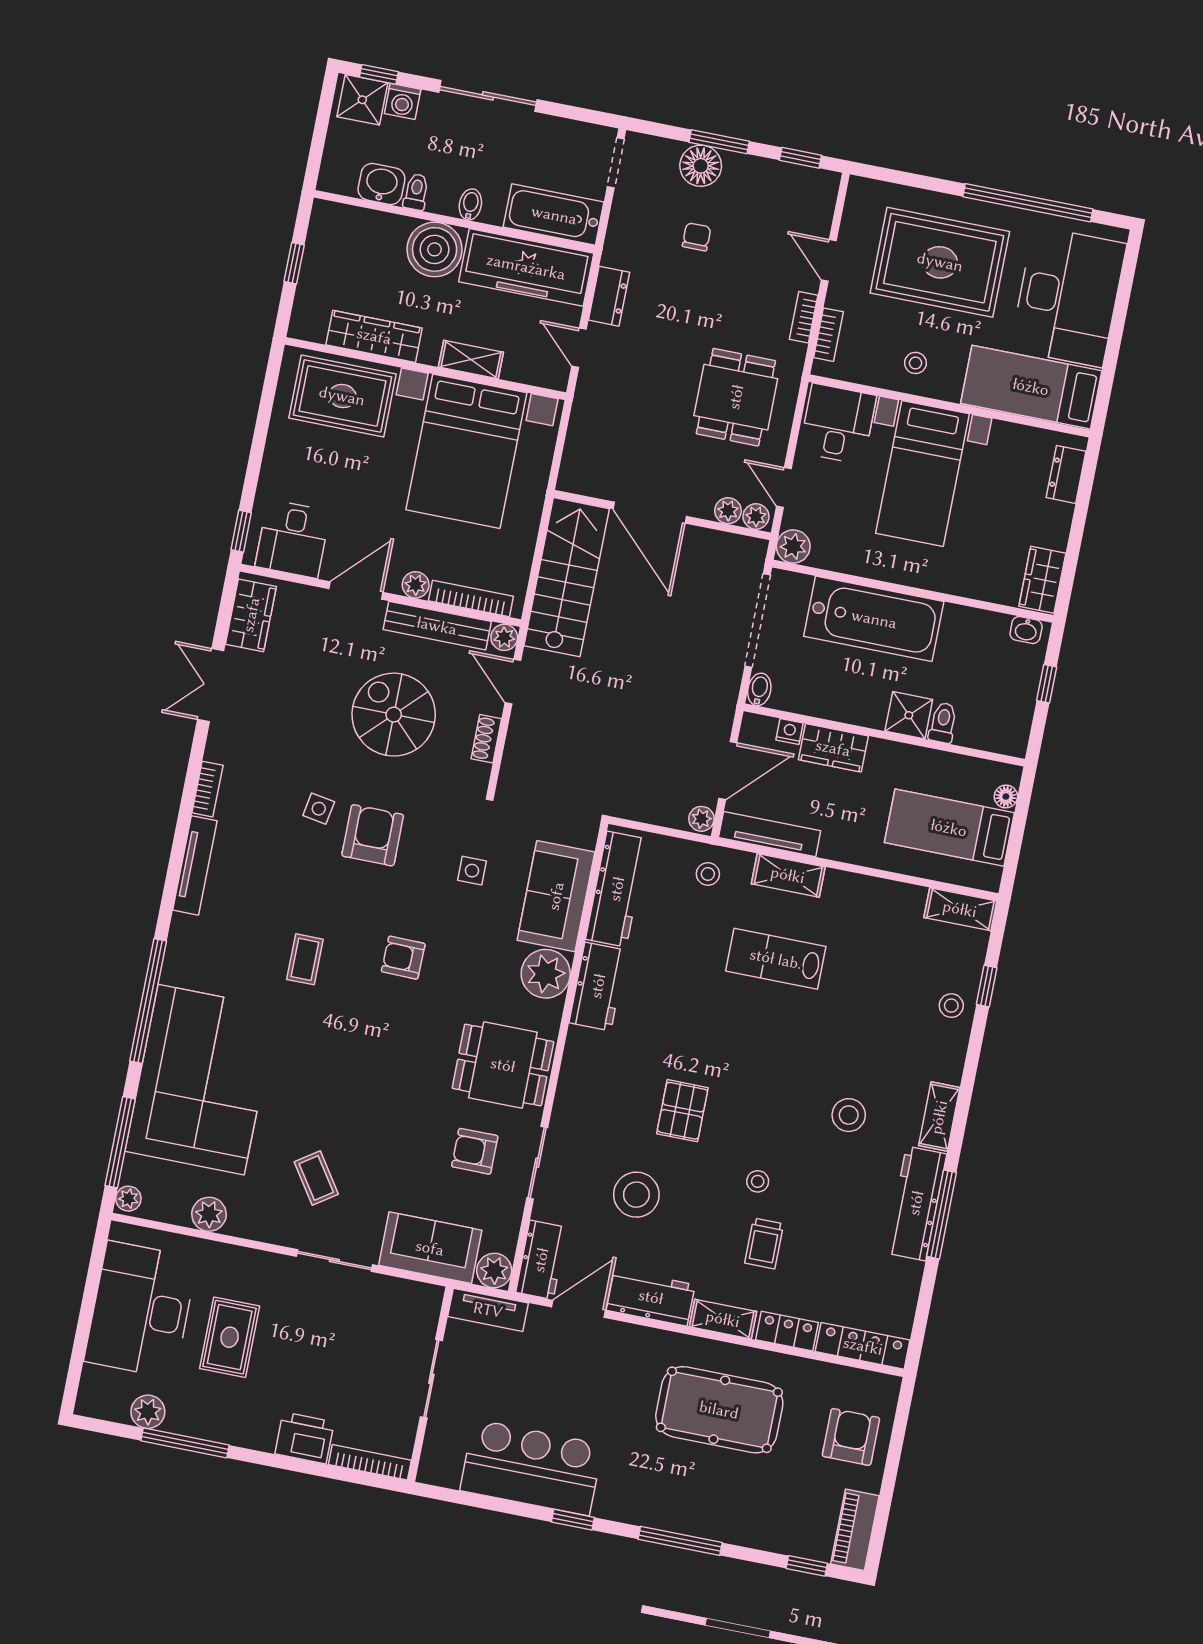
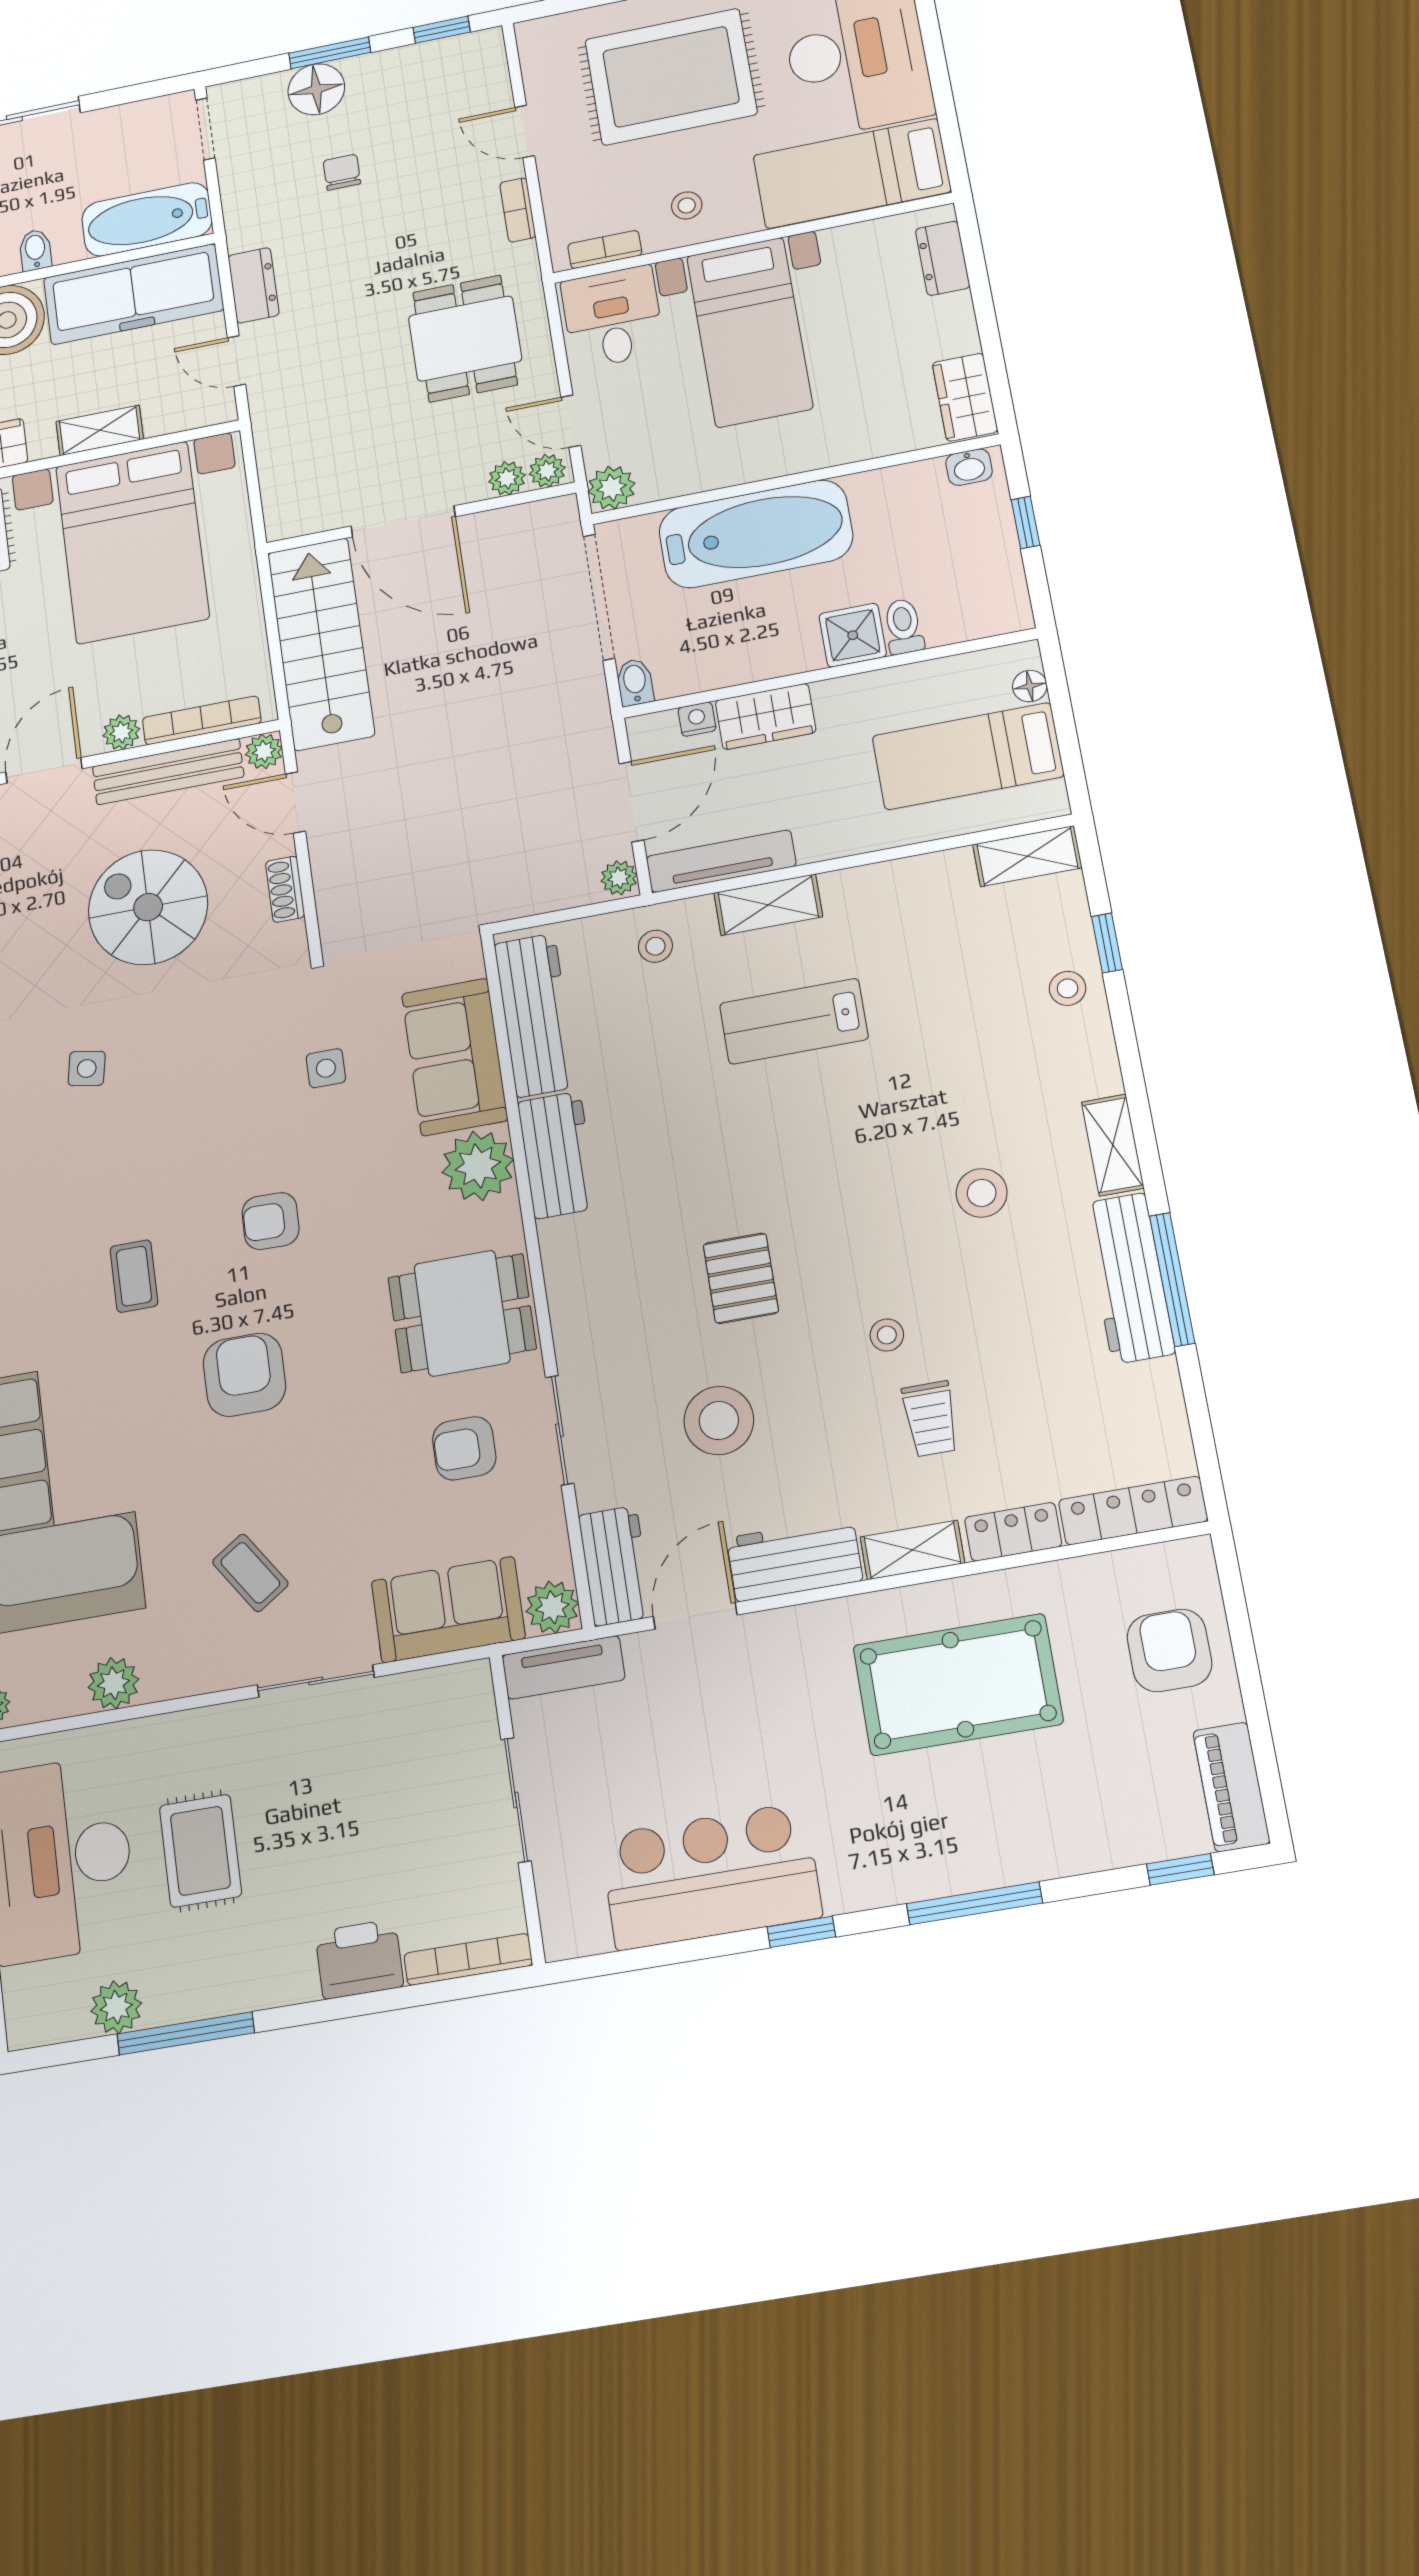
bookcase: (828, 335) -> (605, 250), moved, turned -90
armchair: (373, 835) -> (244, 1375), moved

